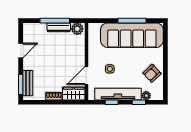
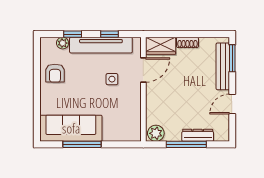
dresser: (59, 27) -> (198, 135), moved
sofa: (132, 35) -> (71, 128), width x0.74, depth x0.79
armchair: (152, 73) -> (55, 73), turned 133
bench: (28, 83) -> (223, 66), width x1.36

